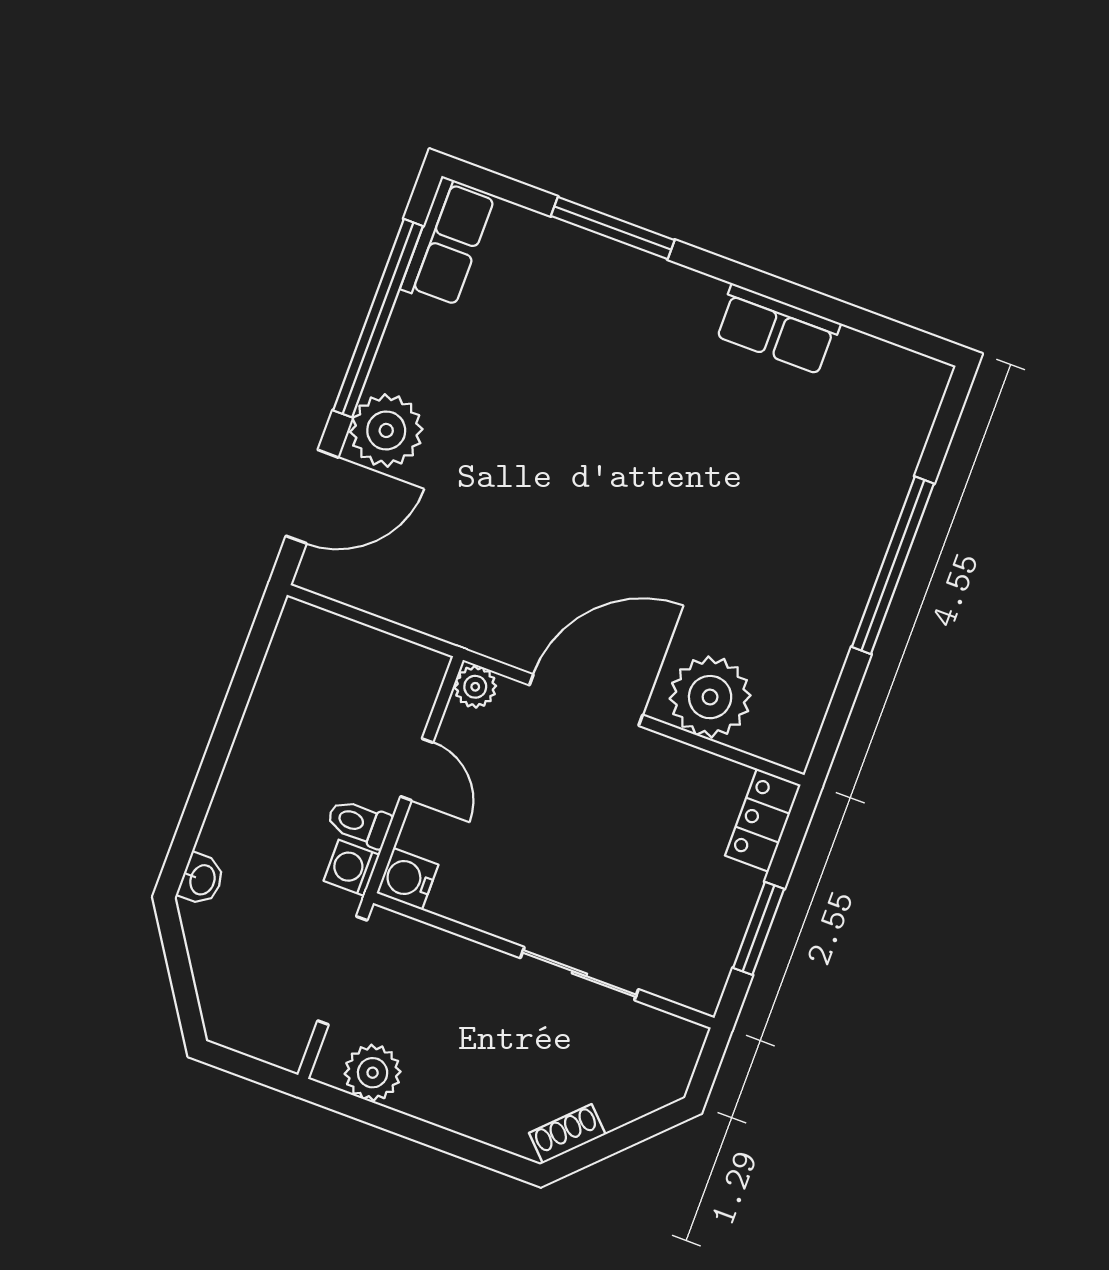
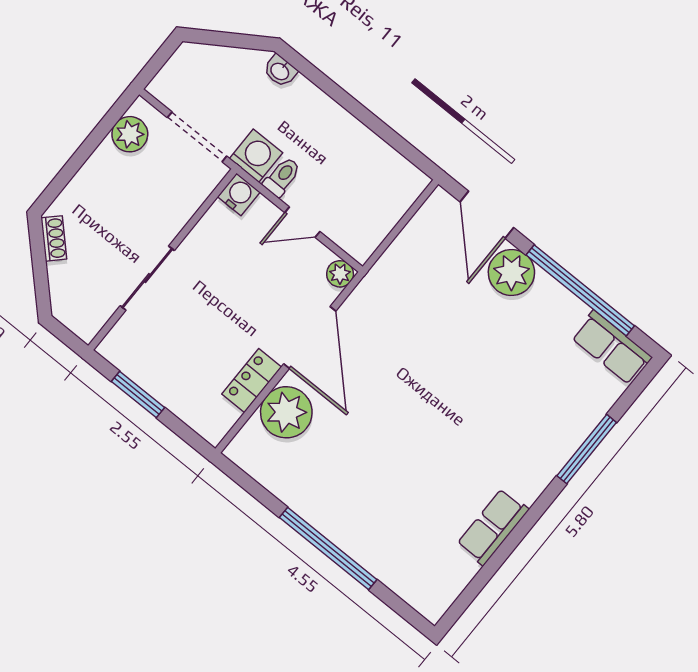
locker: (763, 820) -> (252, 381), moved, turned -90
washing machine: (352, 868) -> (256, 156), width x1.38, depth x1.38

